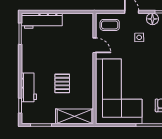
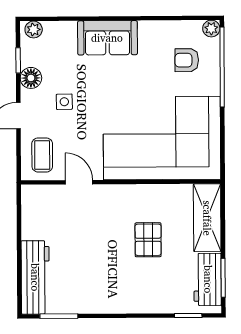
door: (94, 45) -> (79, 182), hinge flipped
pallet: (62, 83) -> (148, 240), turned 90
workbench: (29, 87) -> (208, 279), moved, turned -90

